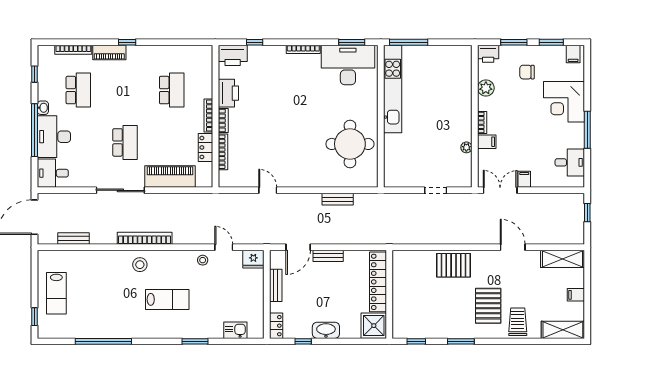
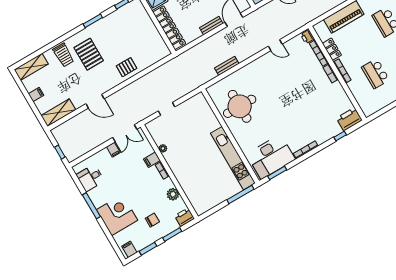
printer: (228, 93) -> (307, 37), moved, width x0.53, depth x0.68
pallet: (454, 265) -> (127, 67), width x0.67, depth x0.71

